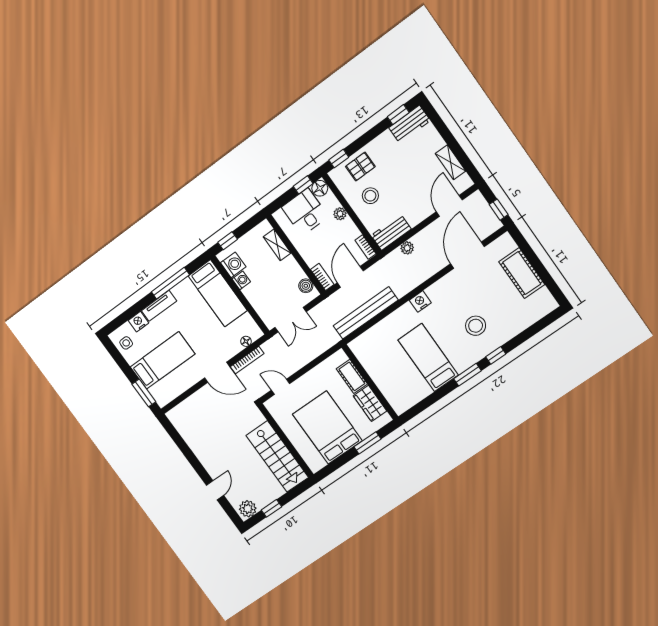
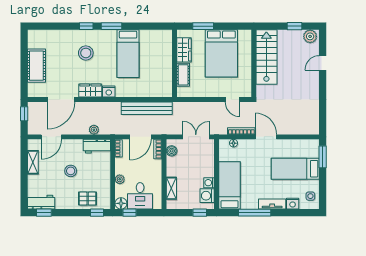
stool: (370, 196) -> (71, 171), moved
wardrobe: (442, 288) -> (90, 91), added

